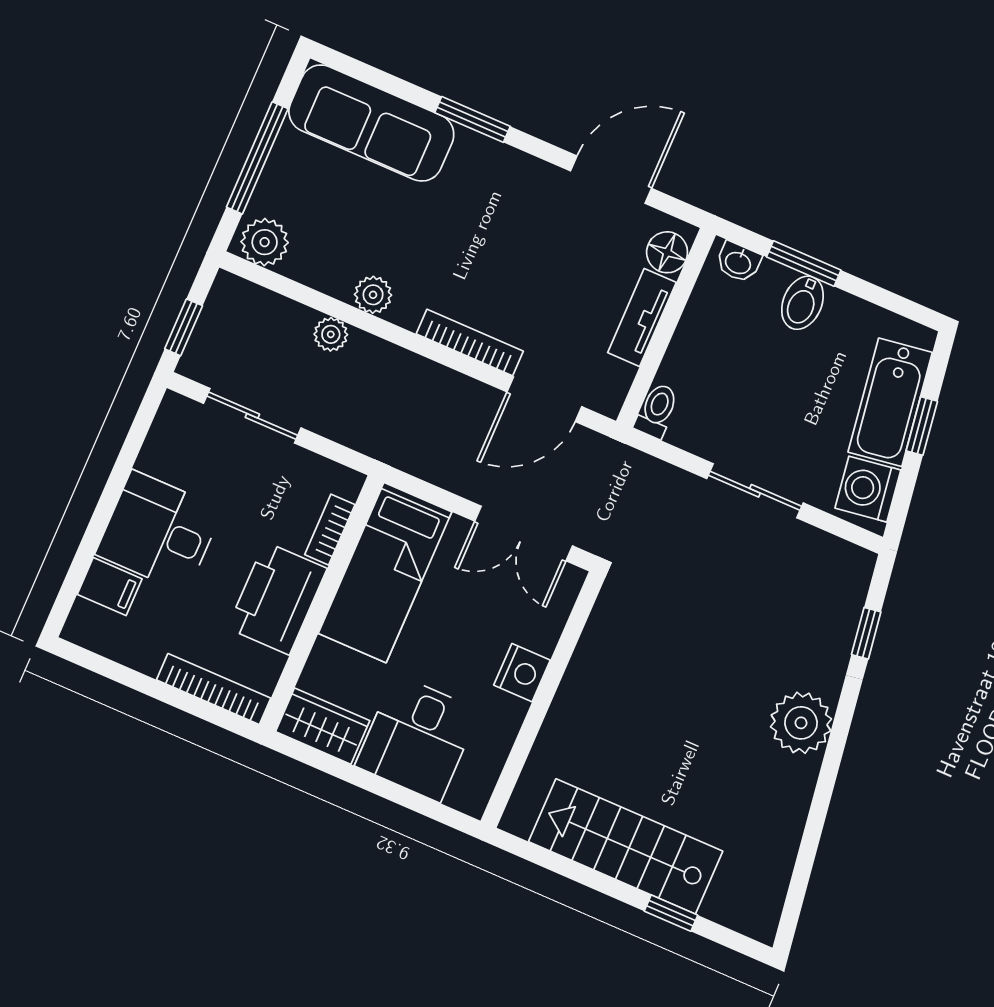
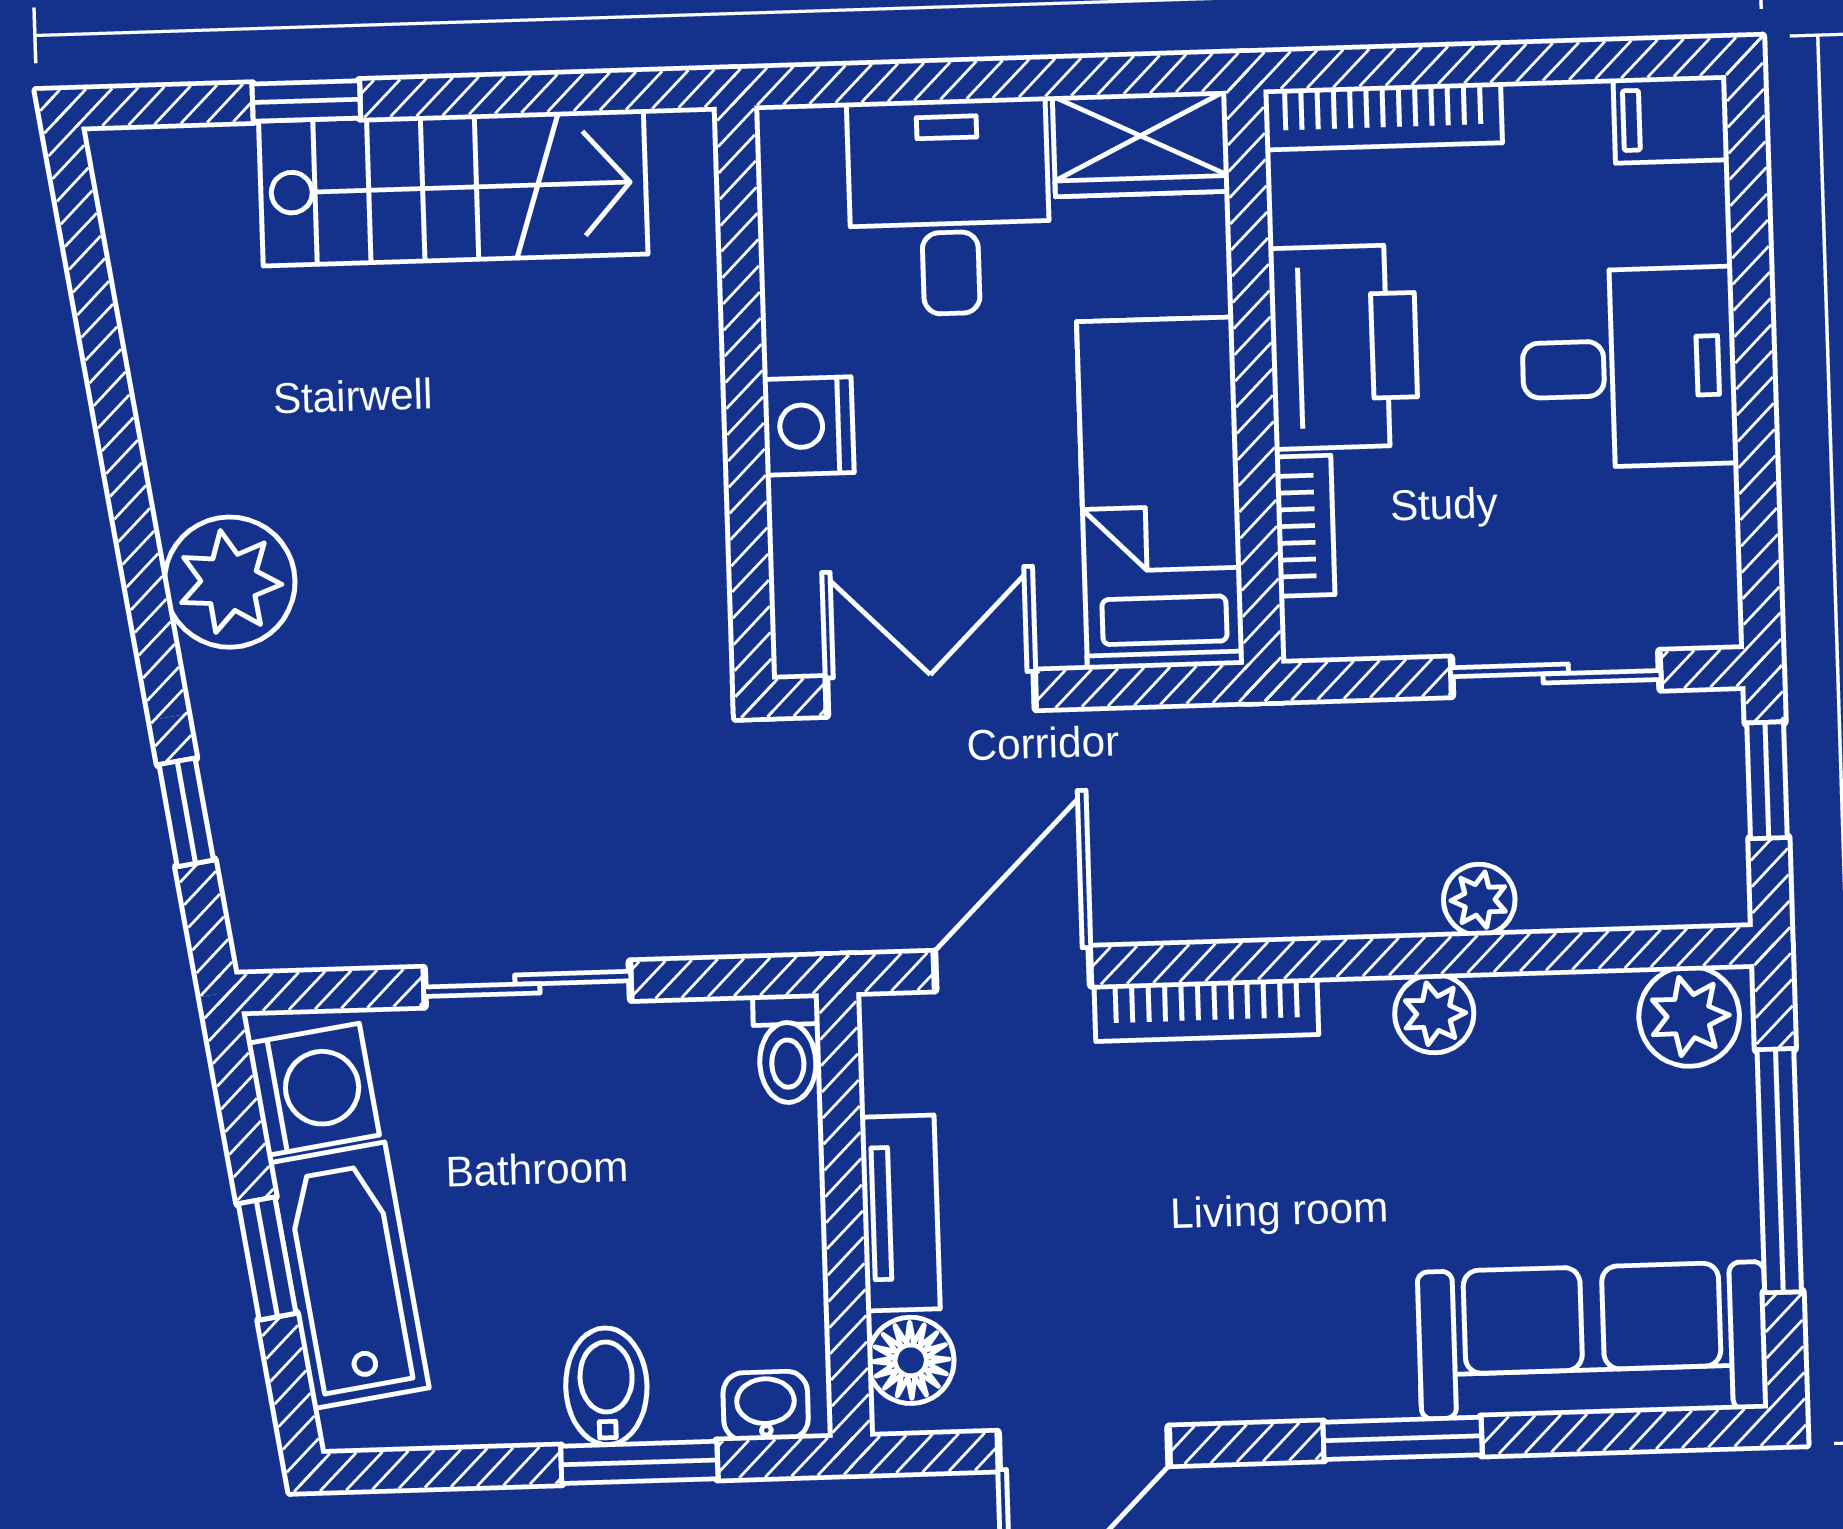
filing cabinet: (110, 587) -> (1671, 119), moved

